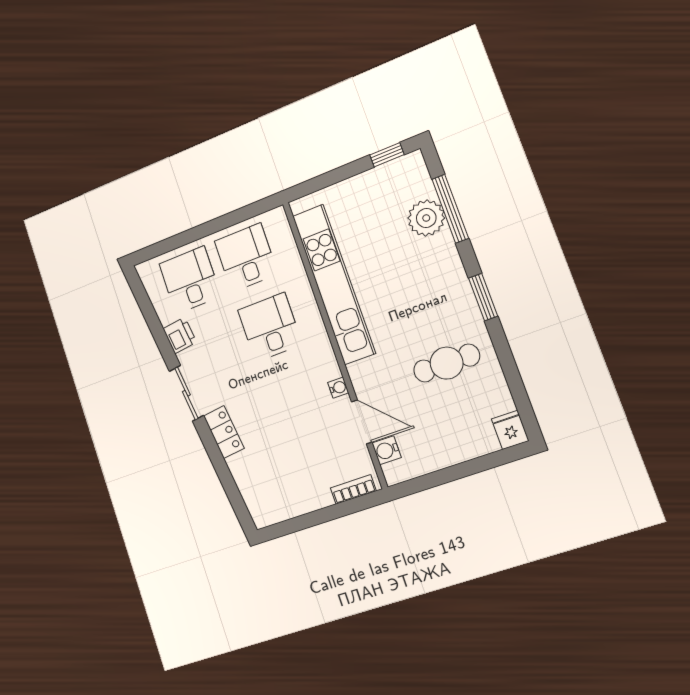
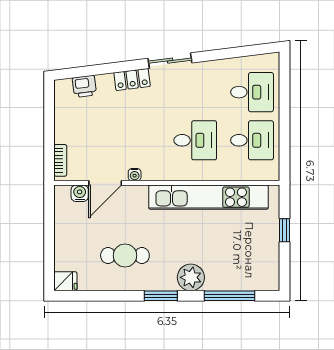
window: (387, 155) -> (285, 230), moved
plant: (426, 218) -> (191, 277), moved
printer: (180, 335) -> (84, 86), moved
cafe table: (447, 363) -> (125, 256), turned 90

